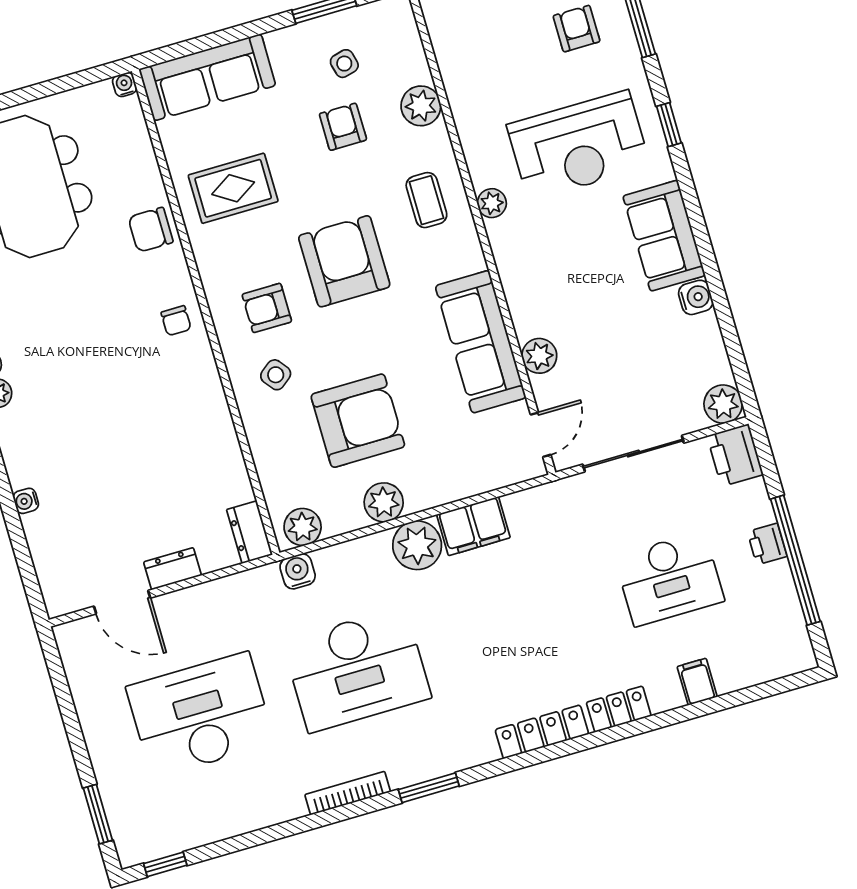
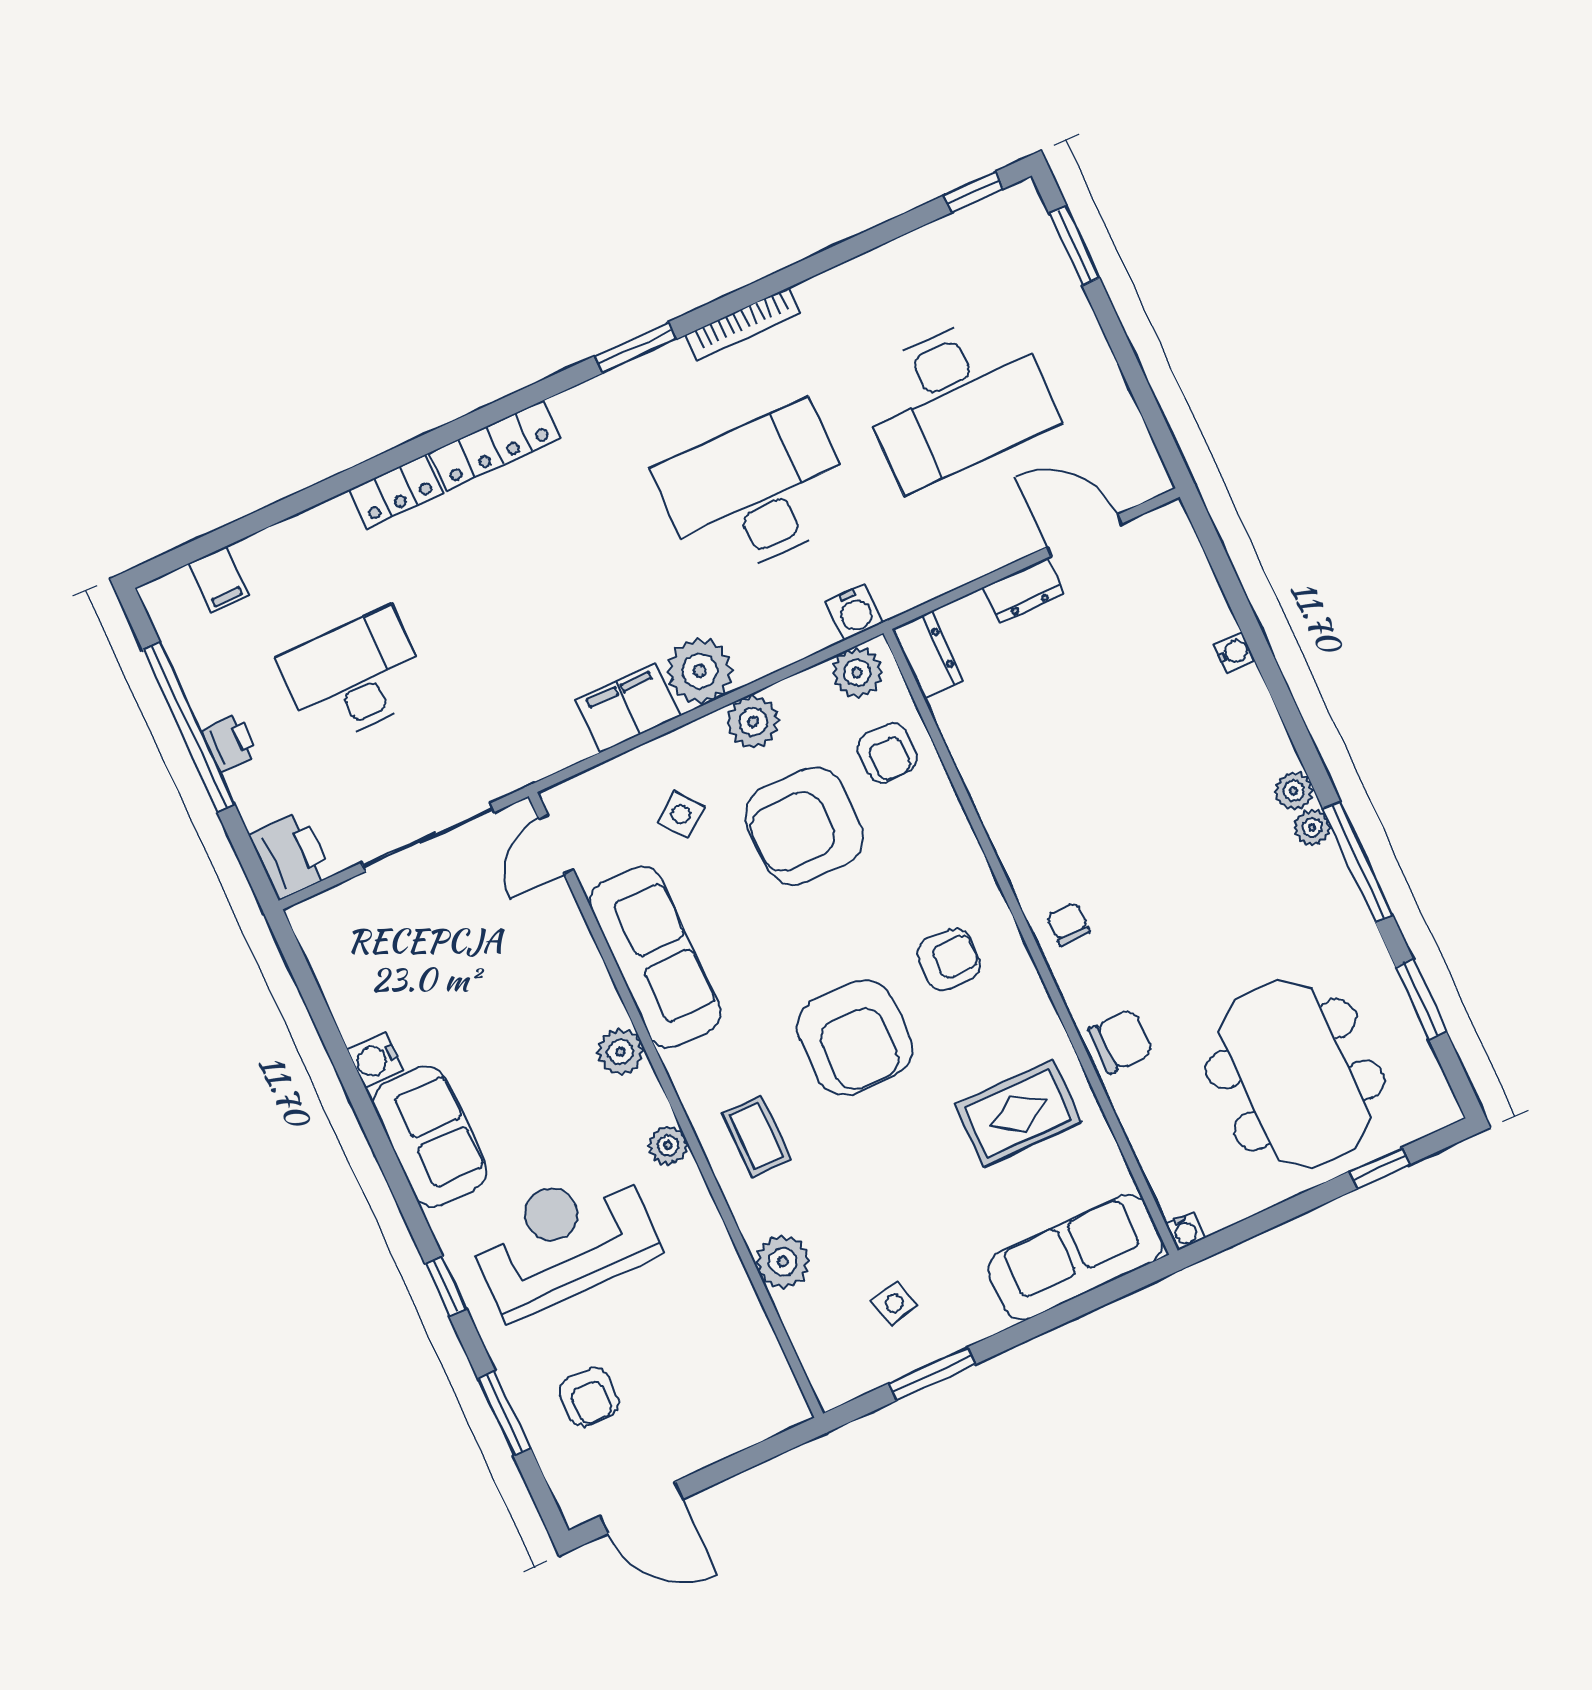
armchair: (343, 127) -> (887, 753), moved
plant: (539, 356) -> (620, 1052), moved
side table: (276, 375) -> (681, 815), moved
plant: (723, 404) -> (317, 922), removed
filing cabinet: (697, 682) -> (219, 579), moved

